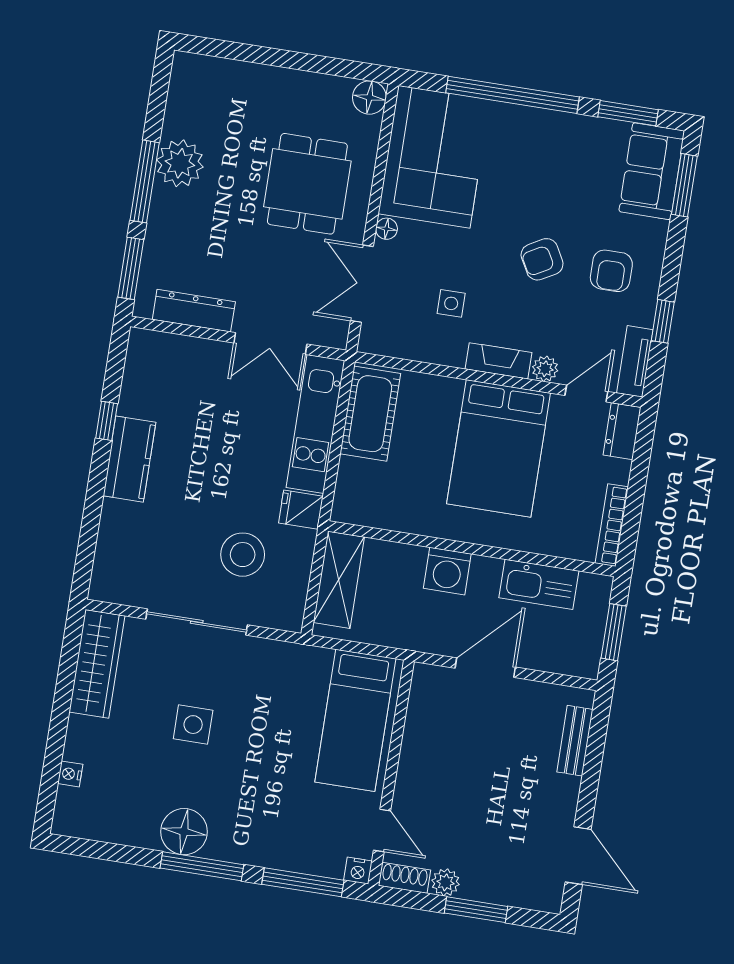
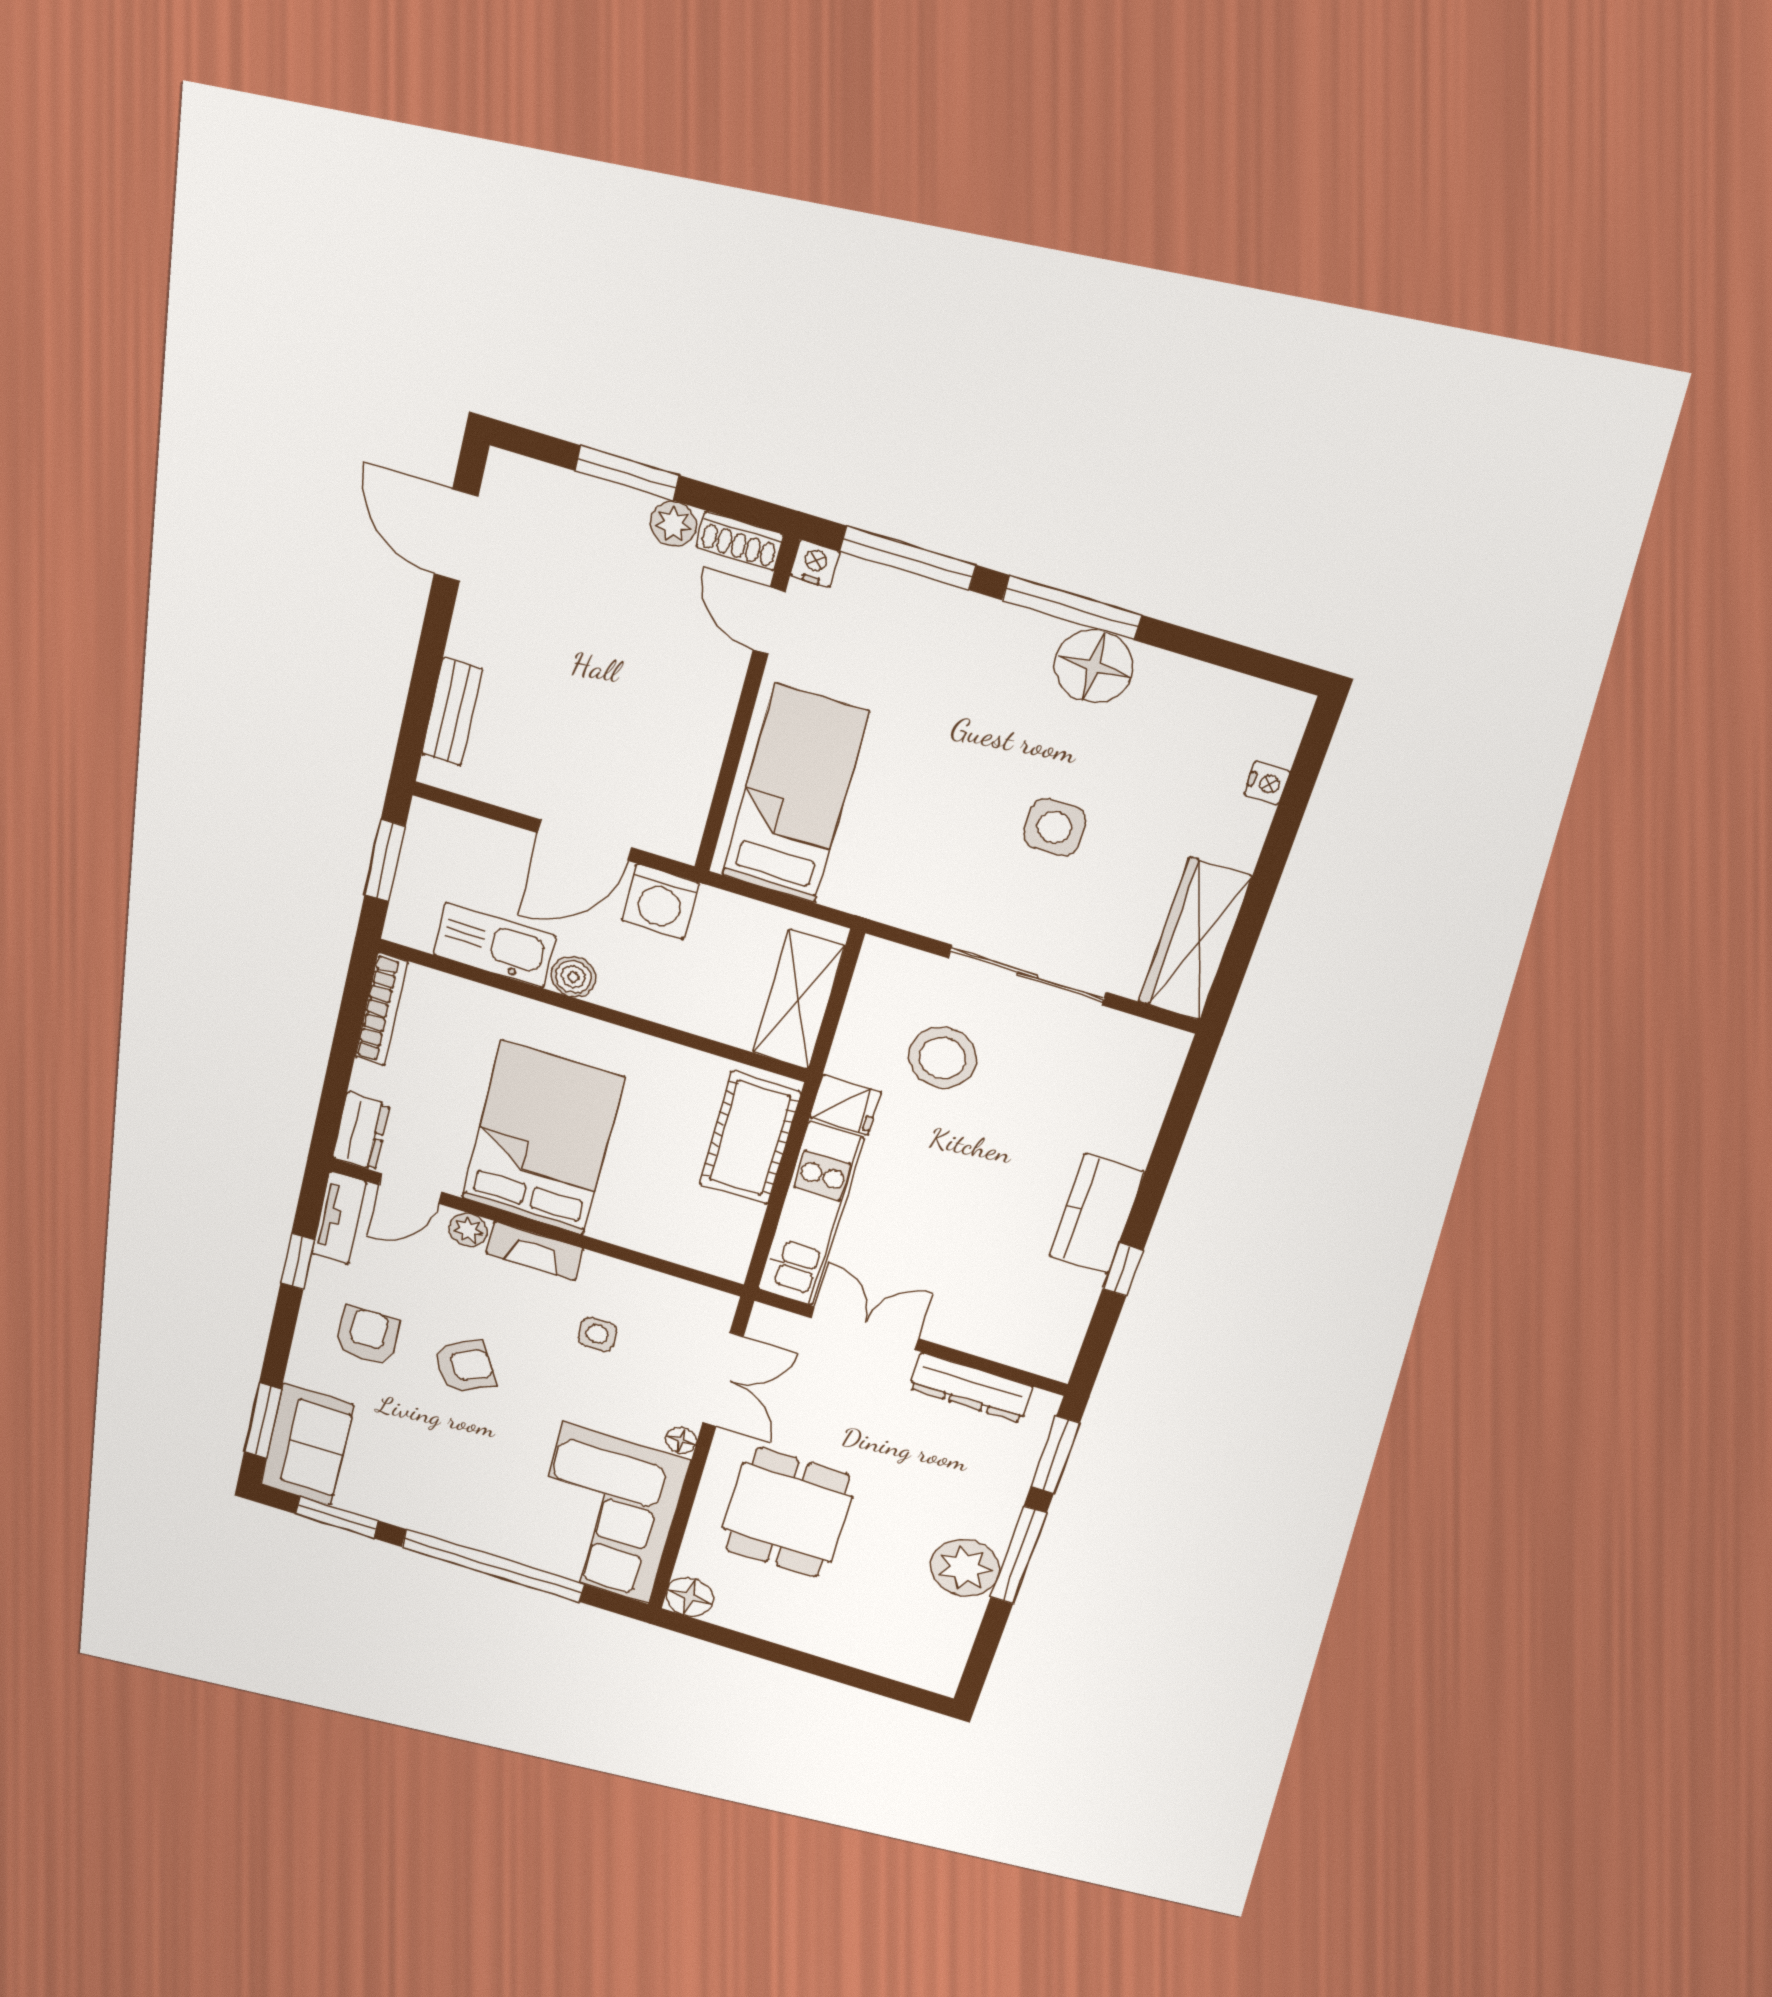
cot: (370, 414) -> (750, 1138), moved
washing machine: (447, 571) -> (660, 902), moved, turned 180
boiler: (486, 571) -> (573, 977), added

